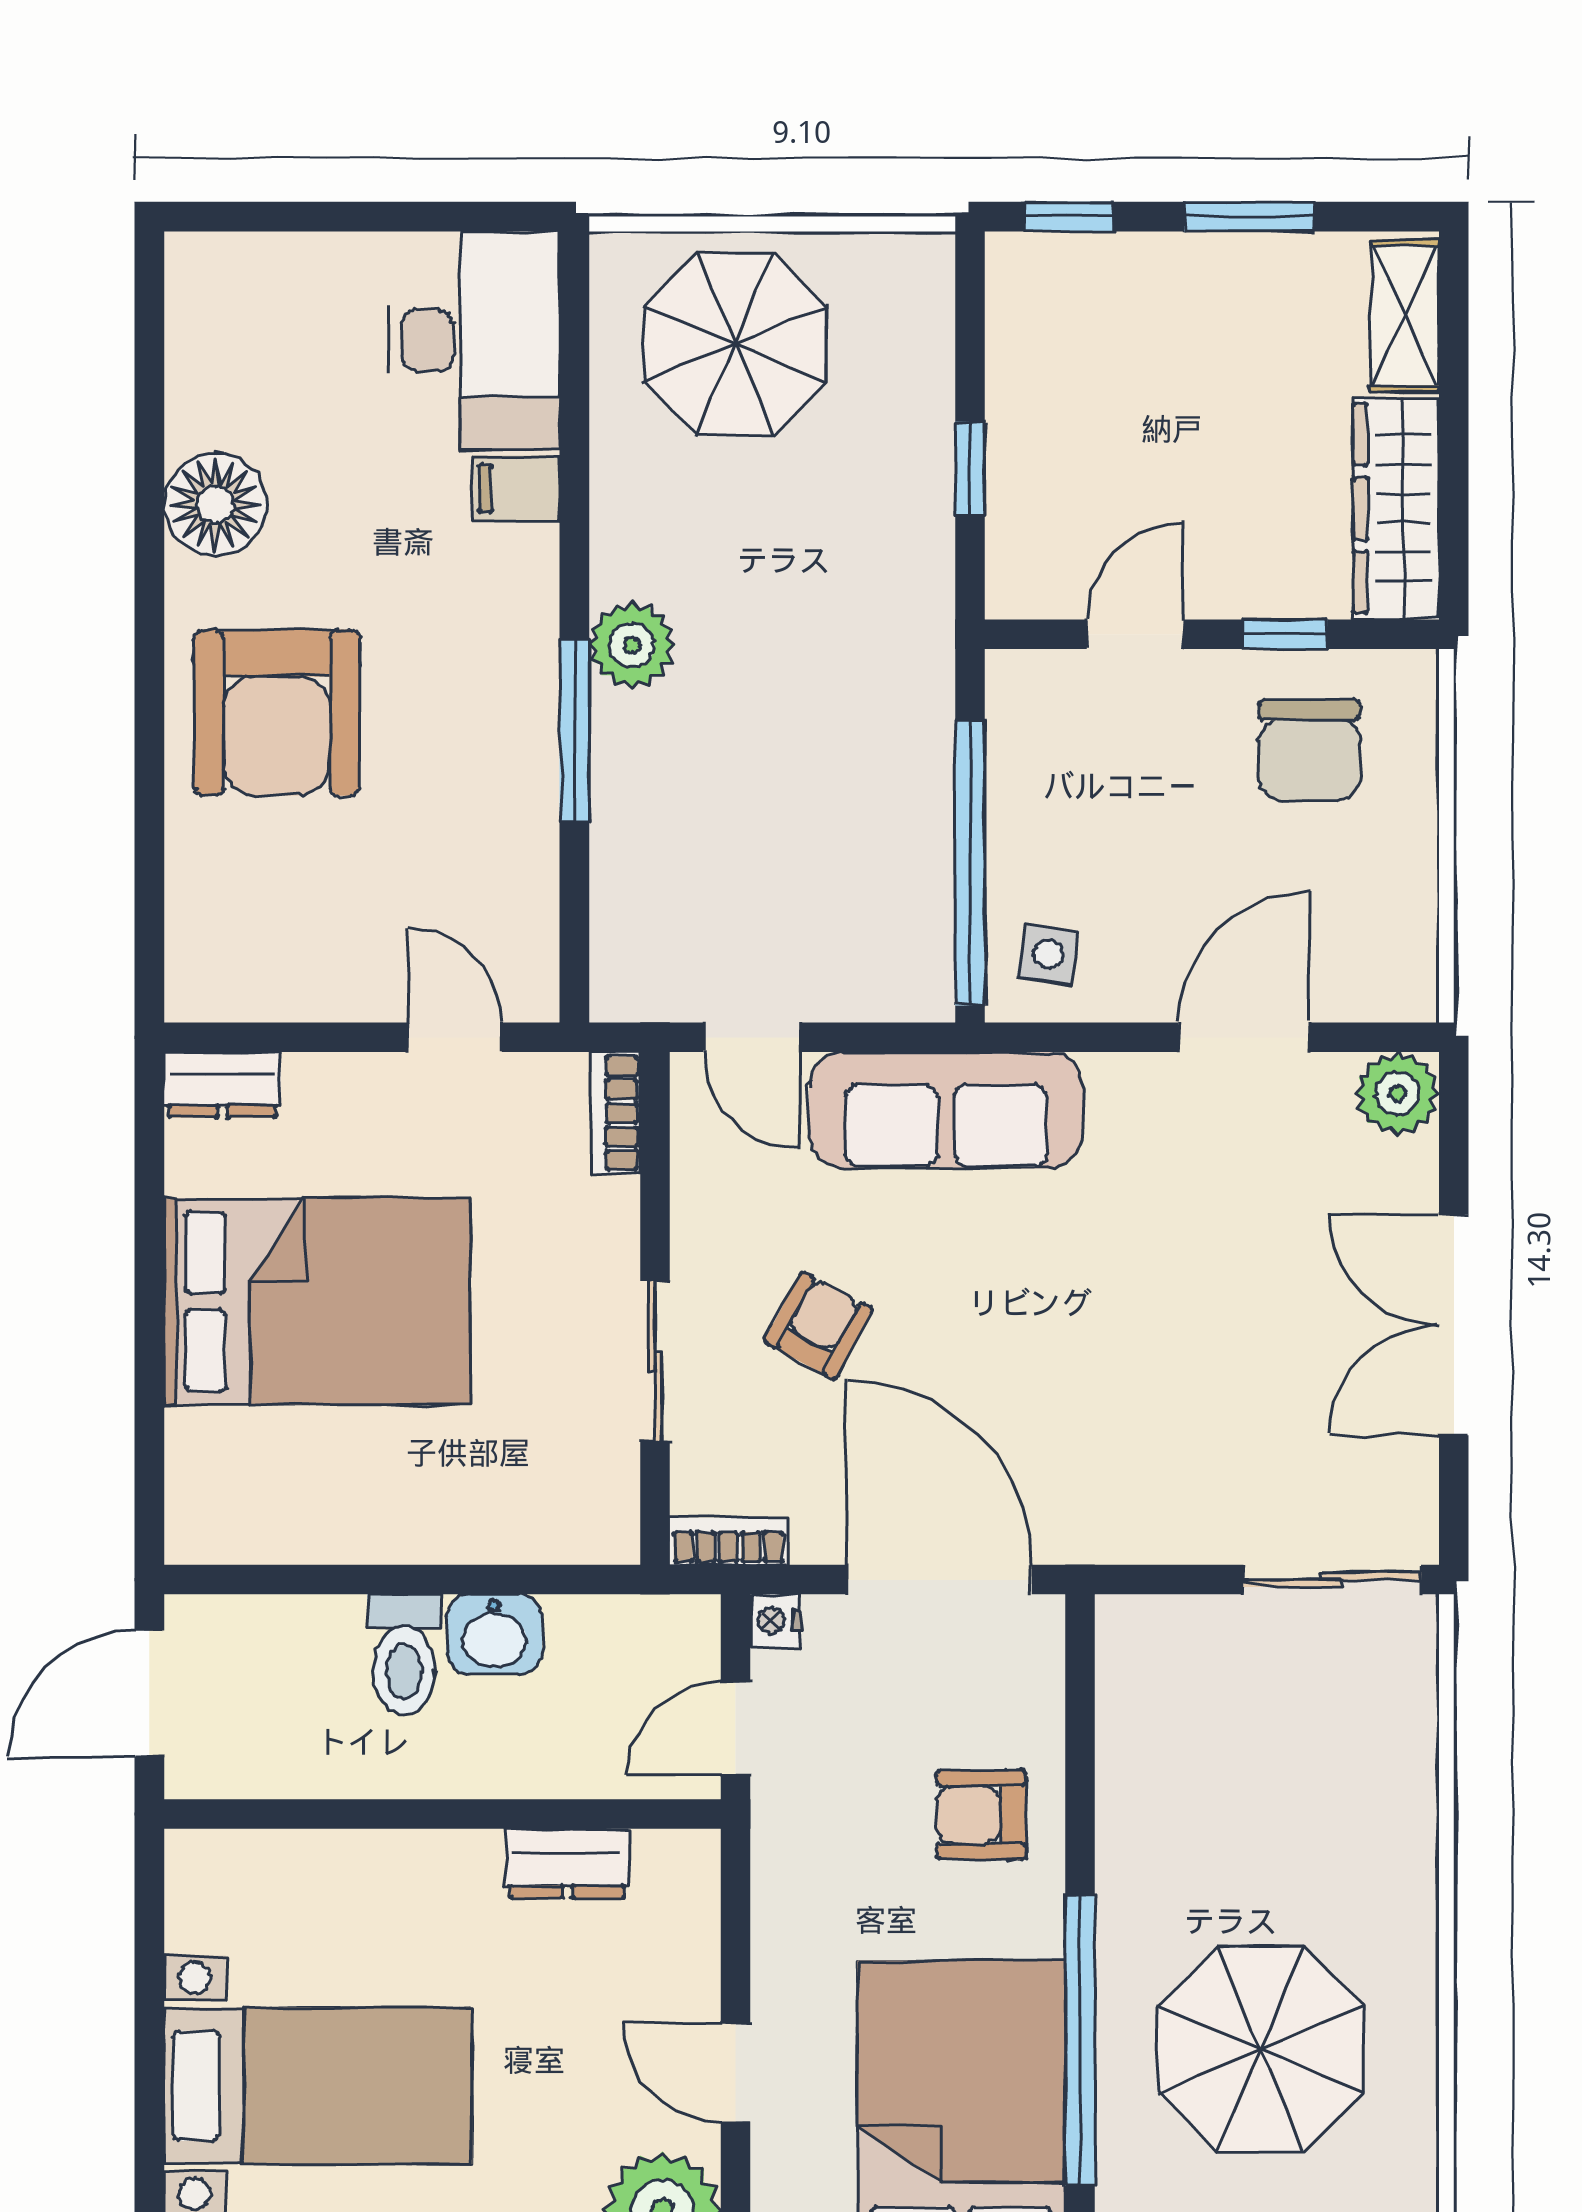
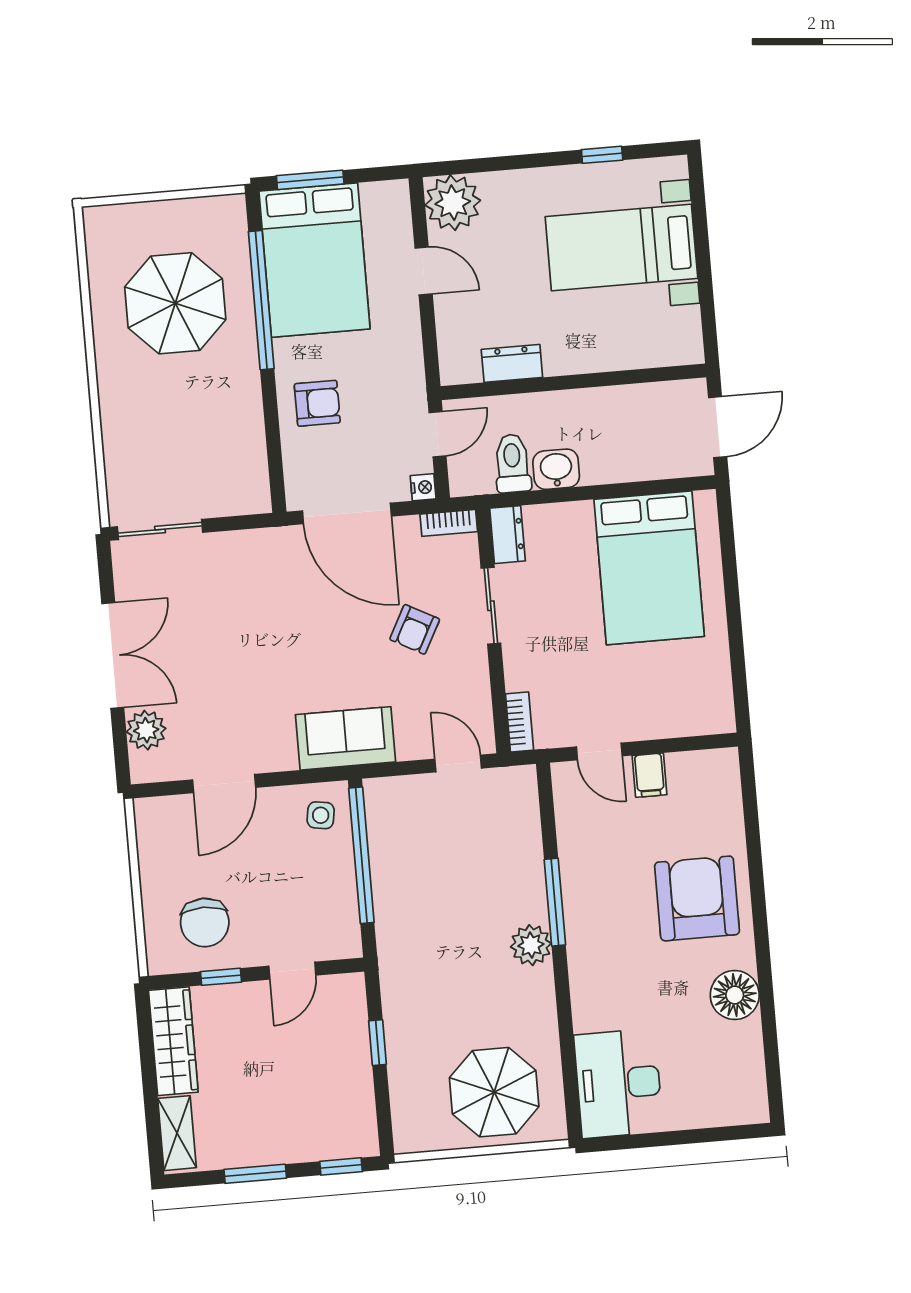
filing cabinet: (516, 488) -> (650, 775), moved, turned 90
chair: (1309, 751) -> (205, 923), turned 180
dresser: (222, 1085) -> (507, 535), moved, turned 90
plant: (1397, 1094) -> (146, 730), moved
sofa: (946, 1110) -> (346, 738), width x0.73
bed: (317, 1301) -> (649, 568), moved, turned -90
toilet: (404, 1655) -> (512, 463), moved

